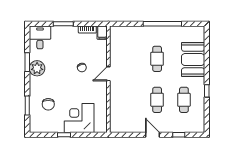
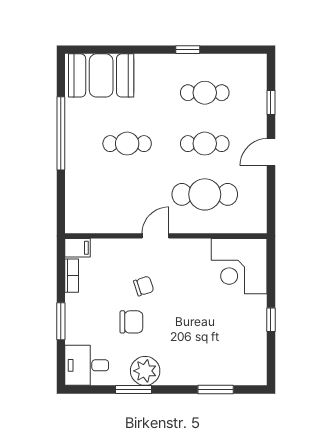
booth: (193, 60) -> (101, 75), moved
door: (108, 74) -> (155, 236), swing flipped
cafe table: (130, 100) -> (205, 194), added
chair: (48, 104) -> (131, 322), moved
corner desk: (79, 118) -> (239, 266), moved

